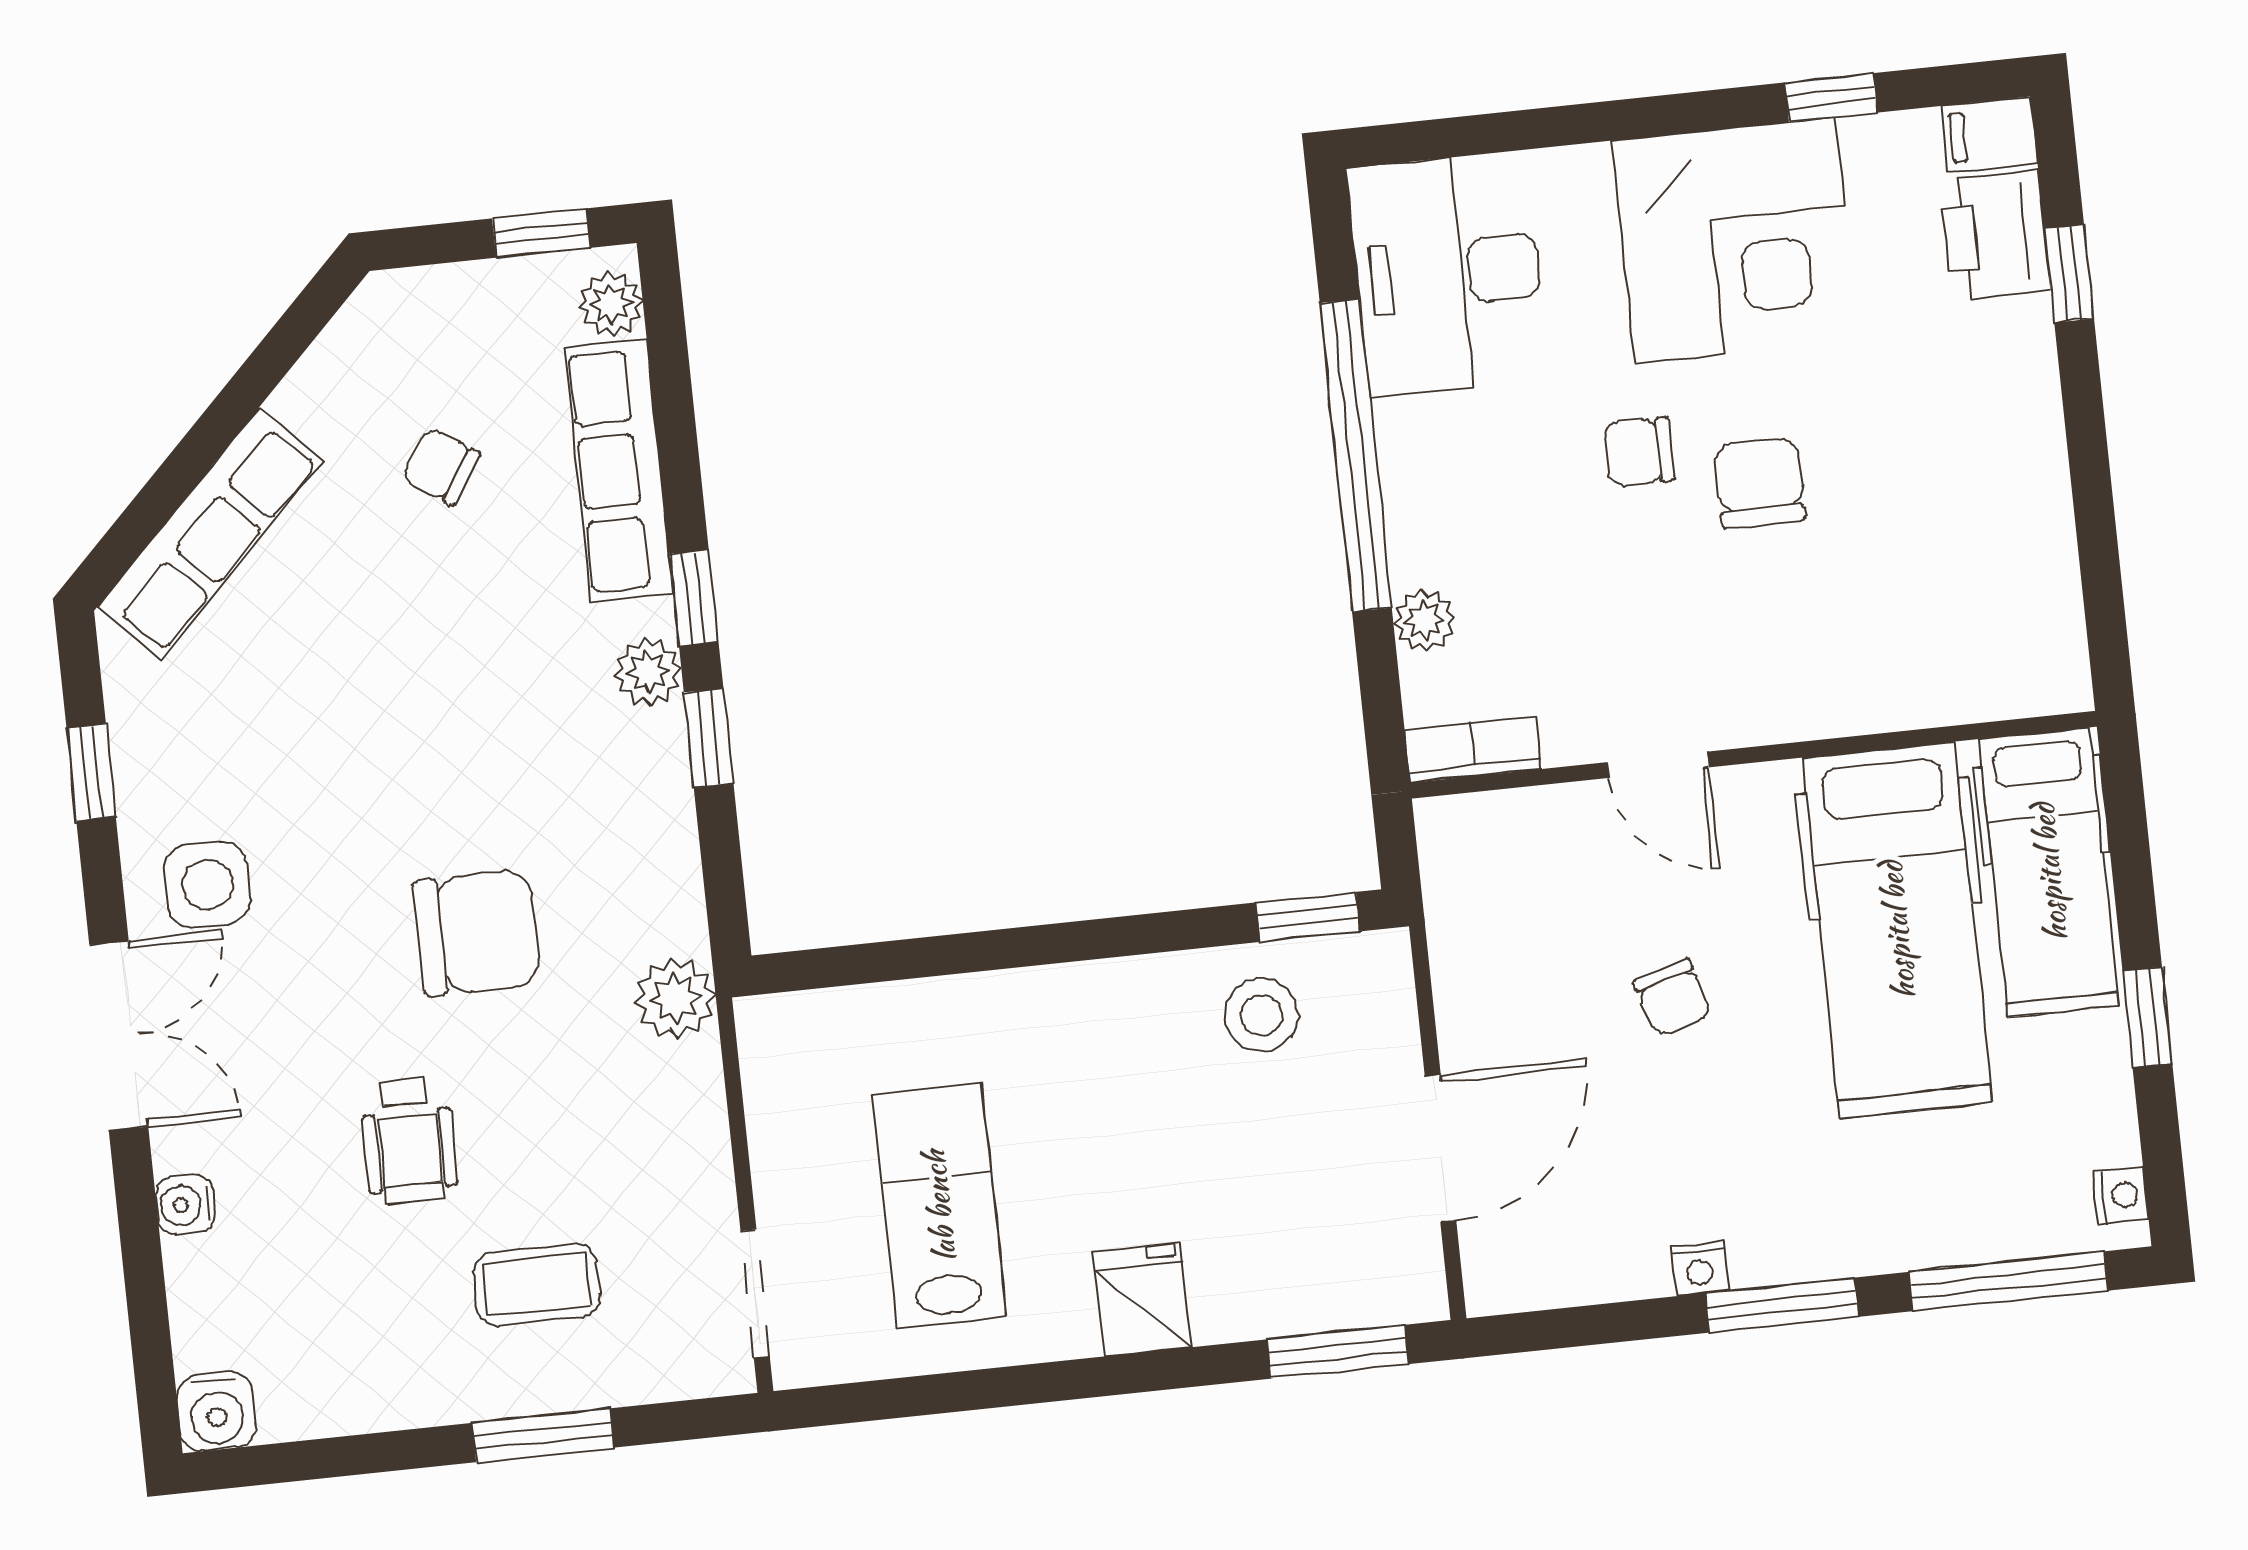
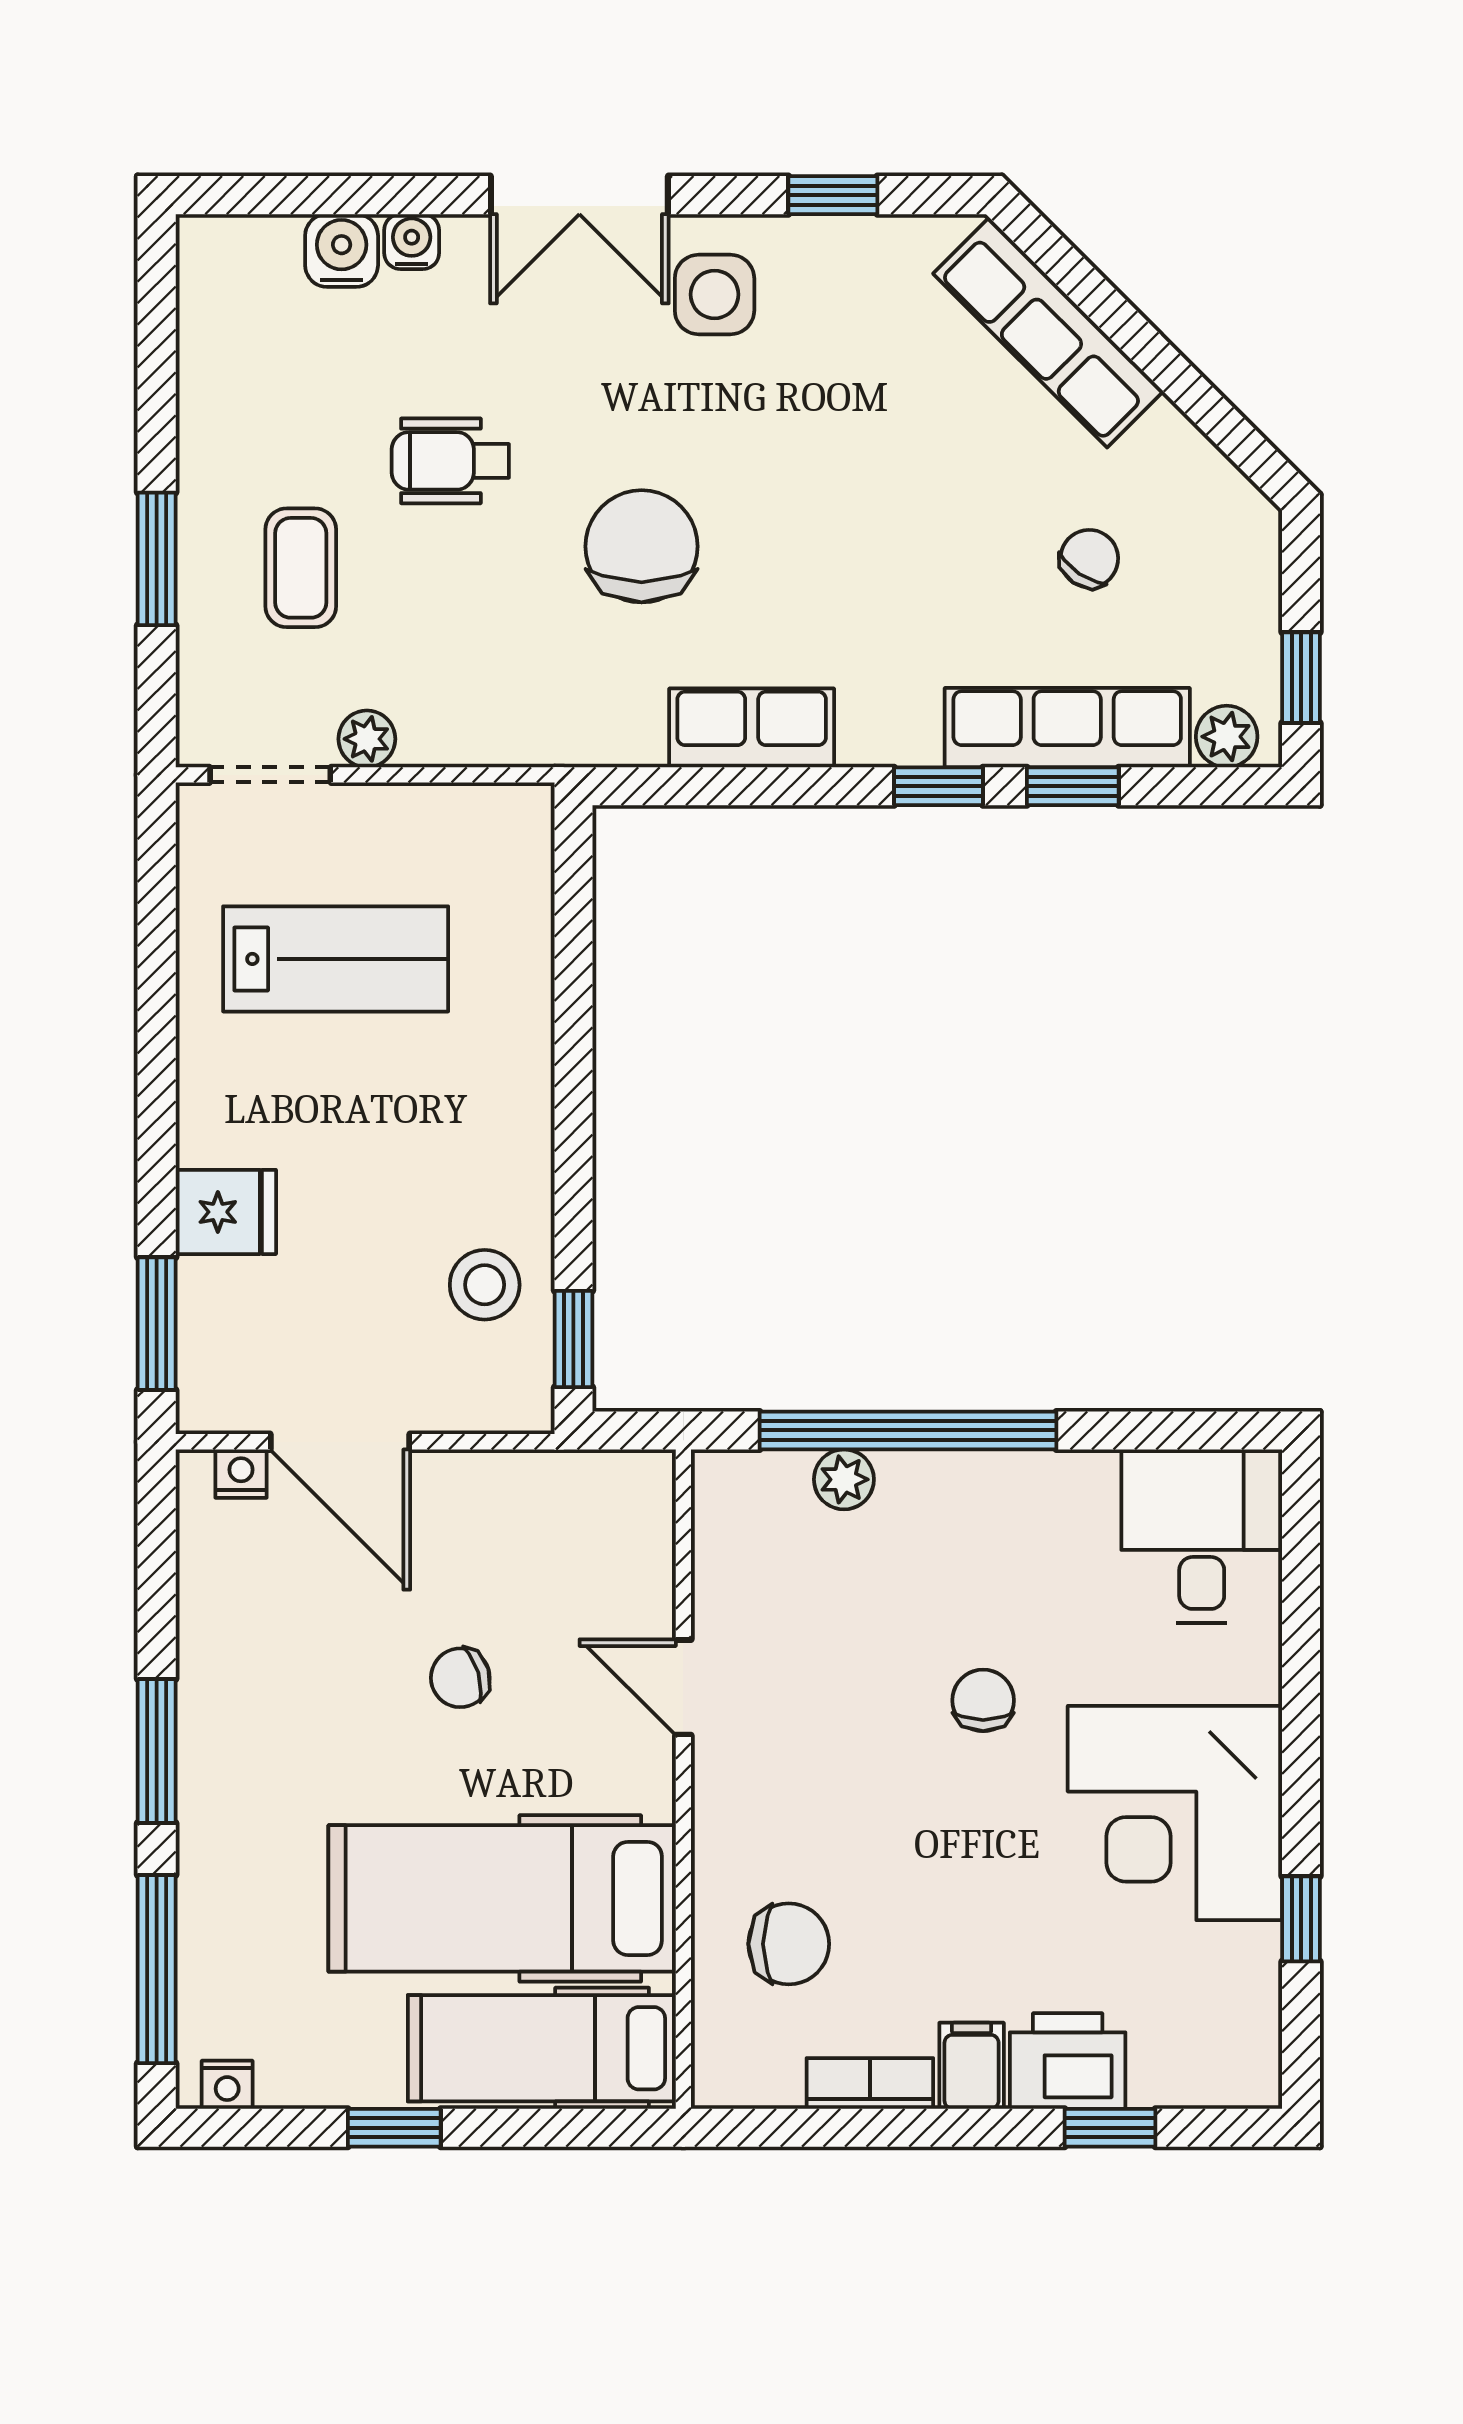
filing cabinet: (1989, 135) -> (972, 2066), moved
printer: (1995, 235) -> (1068, 2061), moved
desk: (1448, 274) -> (1202, 1536), width x0.73
window: (1356, 455) -> (908, 1430), moved
chair: (1760, 483) -> (789, 1944), moved
plant: (648, 672) -> (873, 735), removed
window: (709, 738) -> (1073, 786), moved
bookcase: (1473, 750) -> (870, 2083), moved, turned -90
door: (1658, 765) -> (683, 1687), hinge flipped
row of seats: (654, 798) -> (752, 728), added
chair: (477, 933) -> (642, 546), turned 180
plant: (675, 998) -> (367, 739), moved, width x0.73, depth x0.73
nightstand: (1699, 1268) -> (241, 1474), moved, turned 90
fridge: (1142, 1300) -> (226, 1212), moved
water cooler: (216, 1411) -> (342, 250), moved, turned 90

